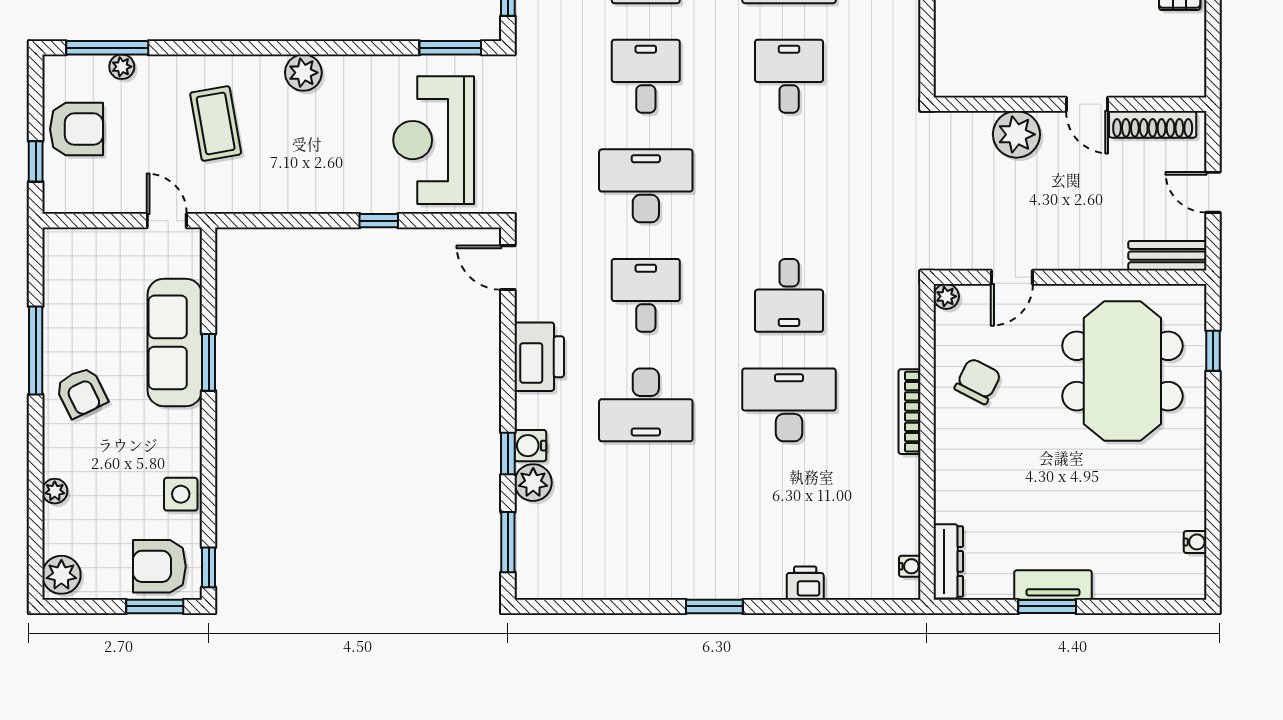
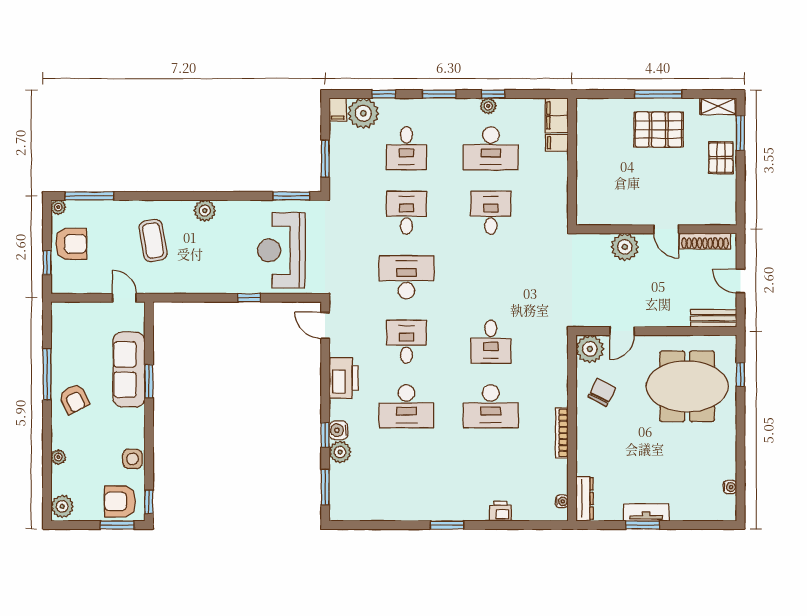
plant: (122, 67) -> (58, 207), moved
plant: (946, 296) -> (590, 349), width x1.87, depth x1.87
meeting table: (1122, 371) -> (687, 386), turned 90
desk: (789, 405) -> (491, 406), turned 180
bookcase: (909, 412) -> (562, 433), moved

